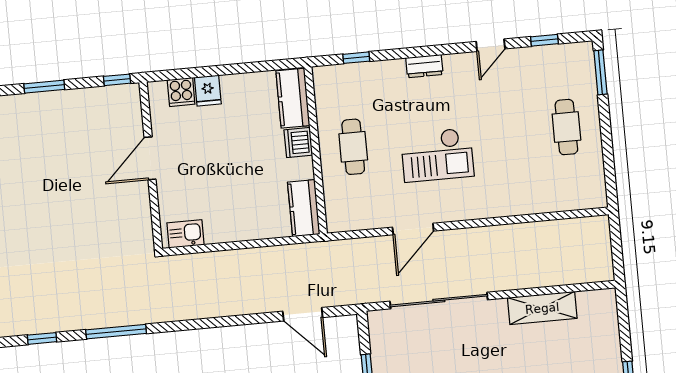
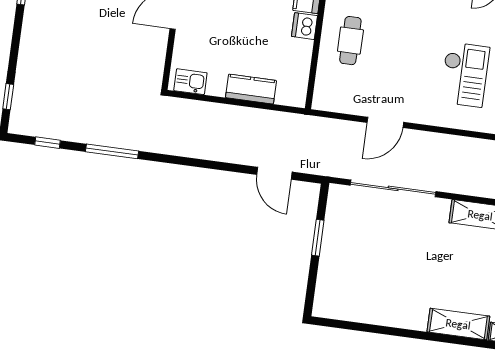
checkout: (437, 155) -> (465, 75), moved, turned -90
kitchen counter: (304, 208) -> (251, 89), moved, turned 90

